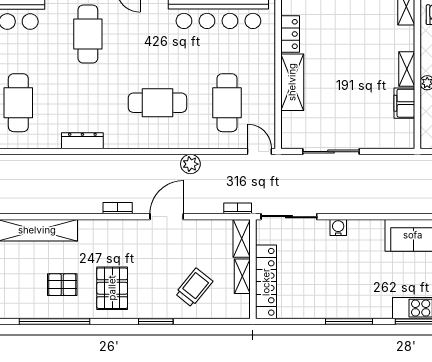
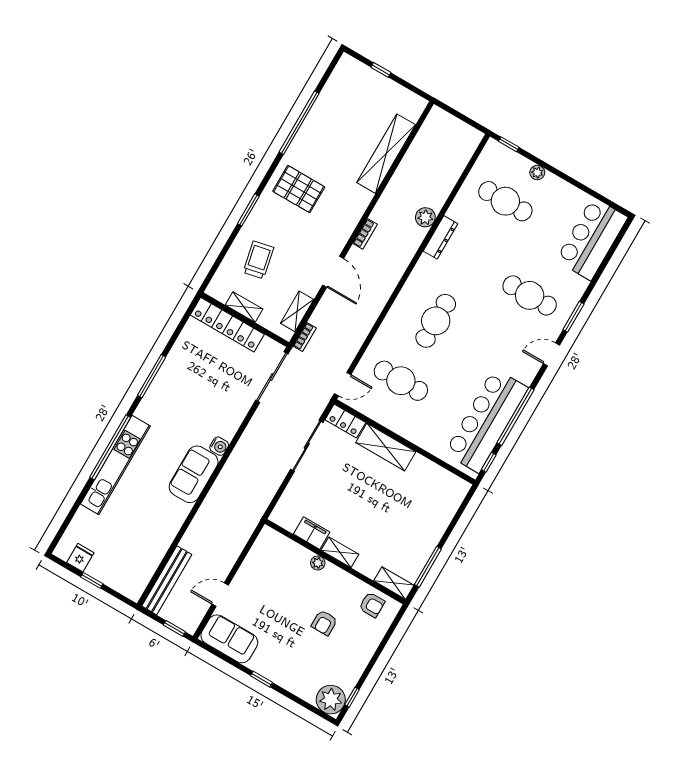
locker: (290, 34) -> (345, 421), moved
plant: (190, 164) -> (425, 217), moved
water cooler: (338, 227) -> (219, 446), moved
shelving: (242, 238) -> (297, 311), moved, turned 90
pallet: (62, 285) -> (327, 148), removed
trolley: (194, 287) -> (258, 260), turned -141

